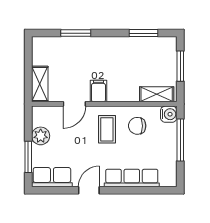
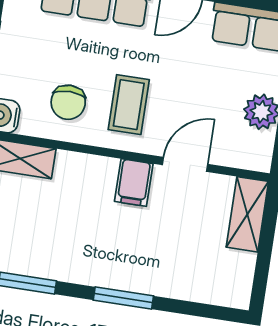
window: (76, 33) -> (123, 298), moved
chair: (137, 126) -> (68, 102), turned 90

